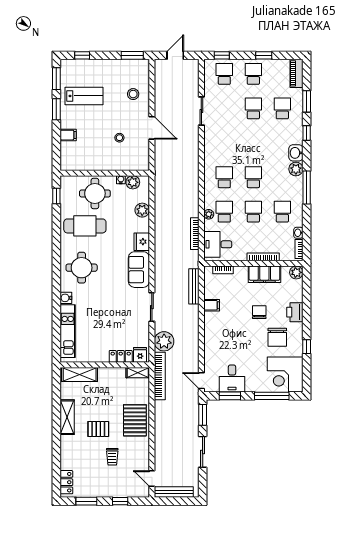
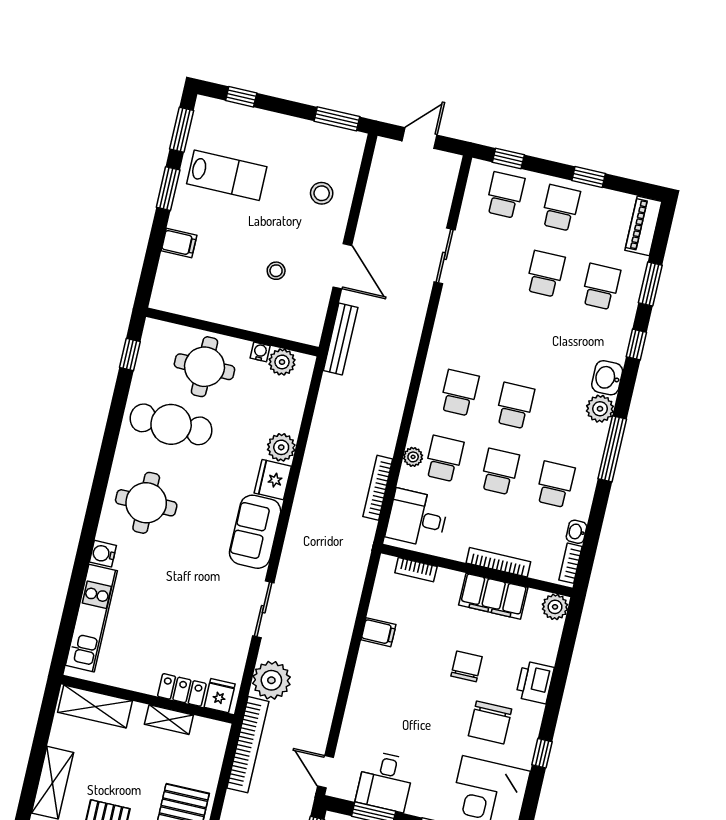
plant: (142, 210) -> (281, 447), moved
bench: (194, 286) -> (341, 339), moved
shelving: (138, 373) -> (169, 720), moved

